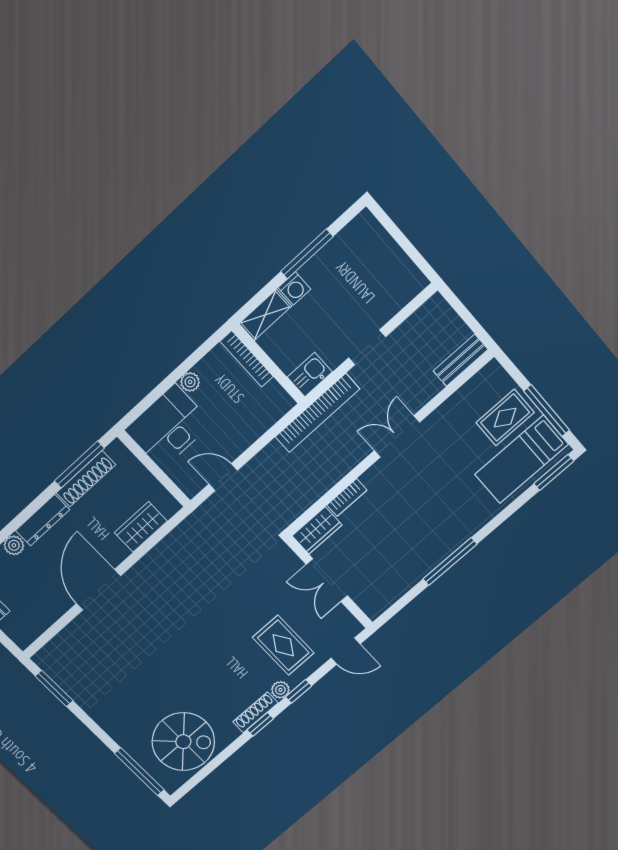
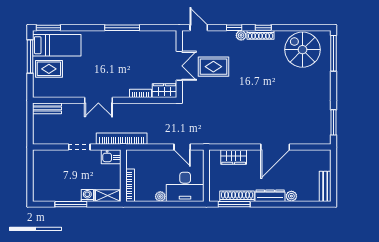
rug: (283, 645) -> (213, 67), moved, turned 90

